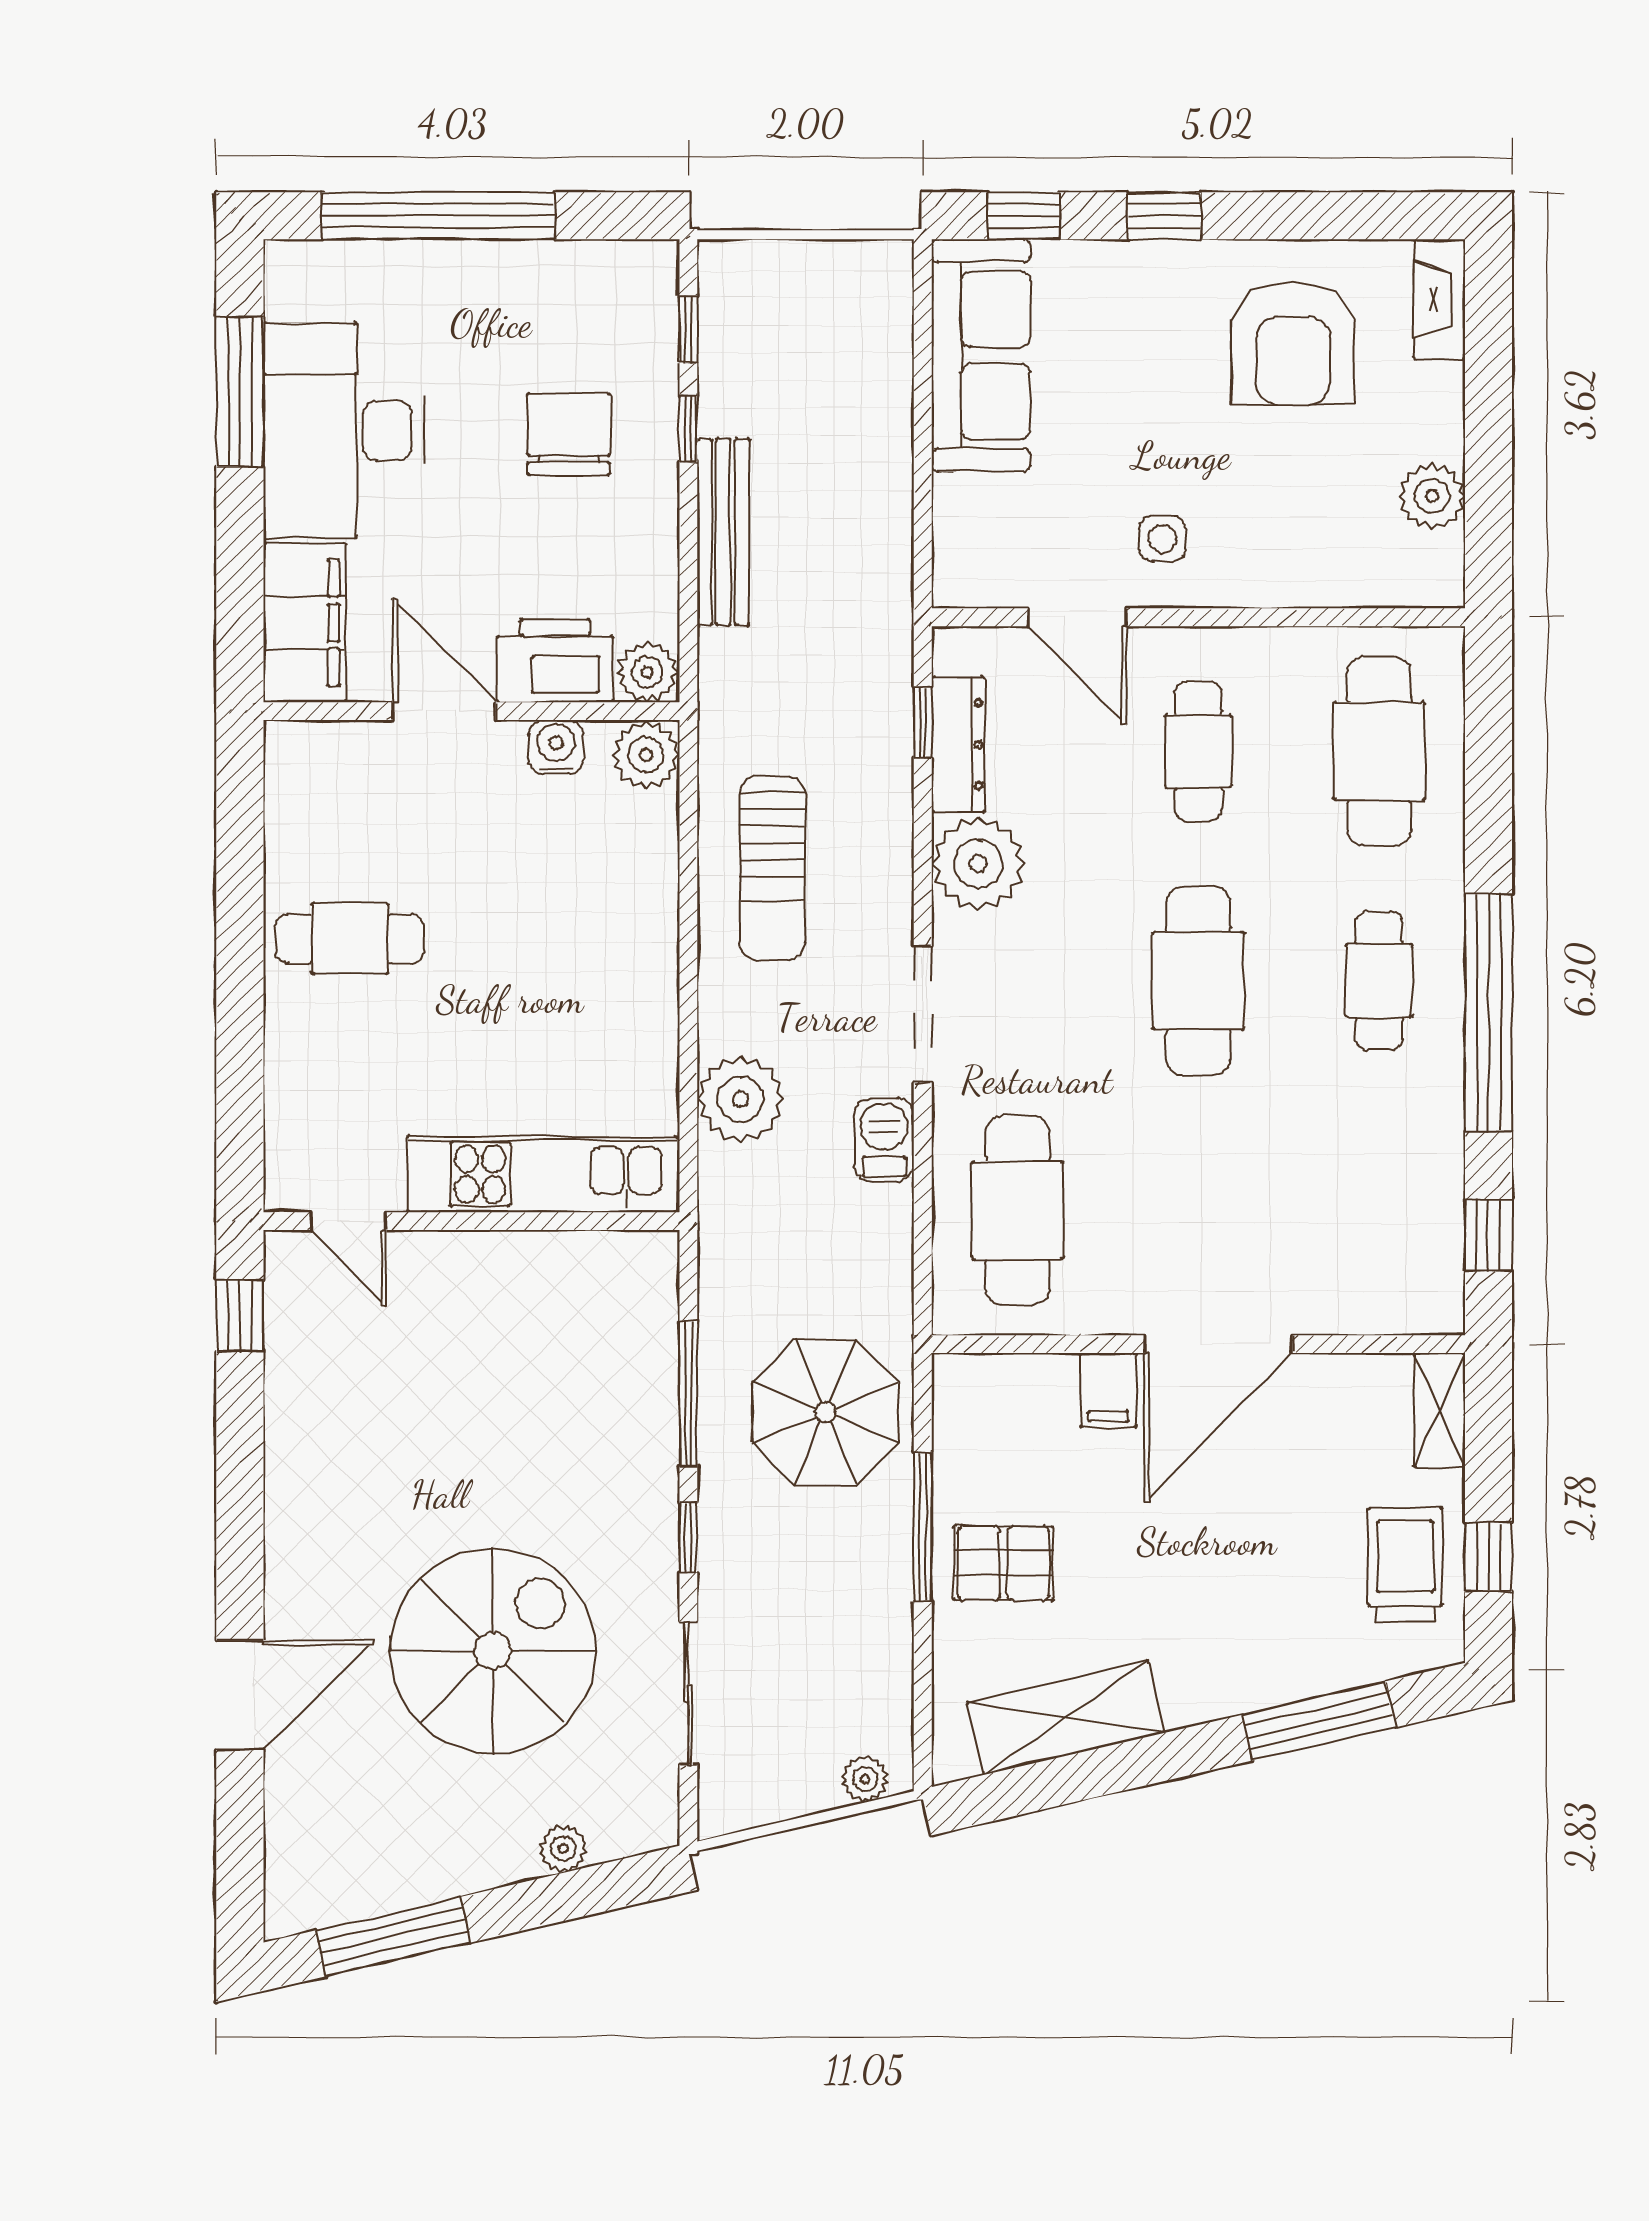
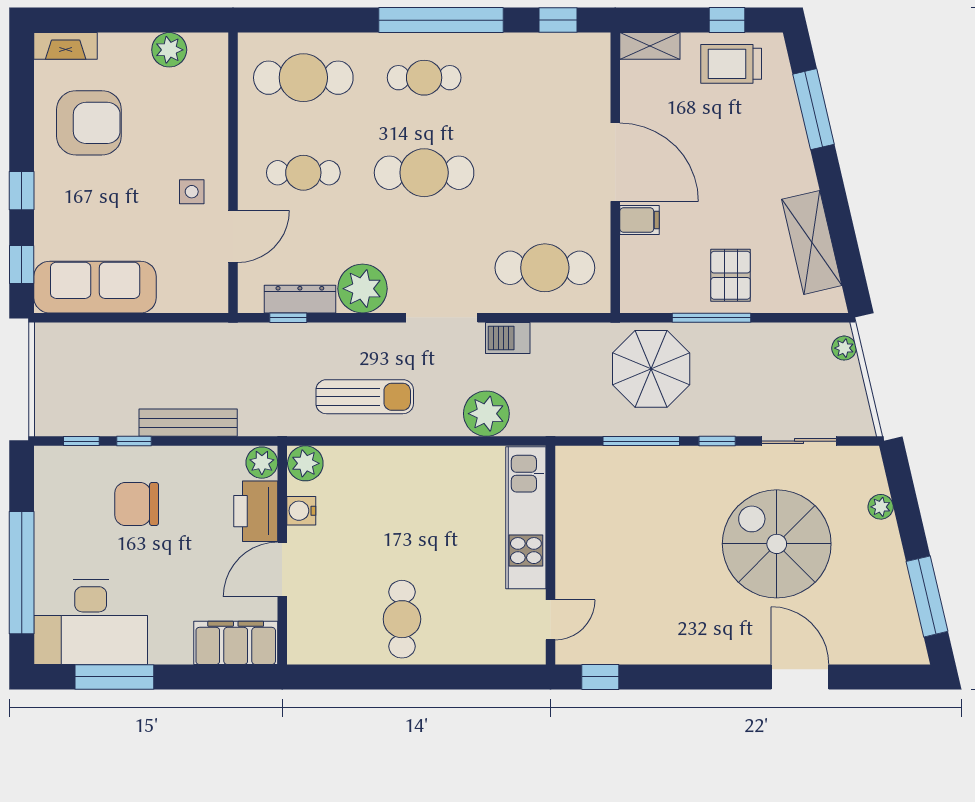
desk: (344, 431) -> (91, 622), moved

